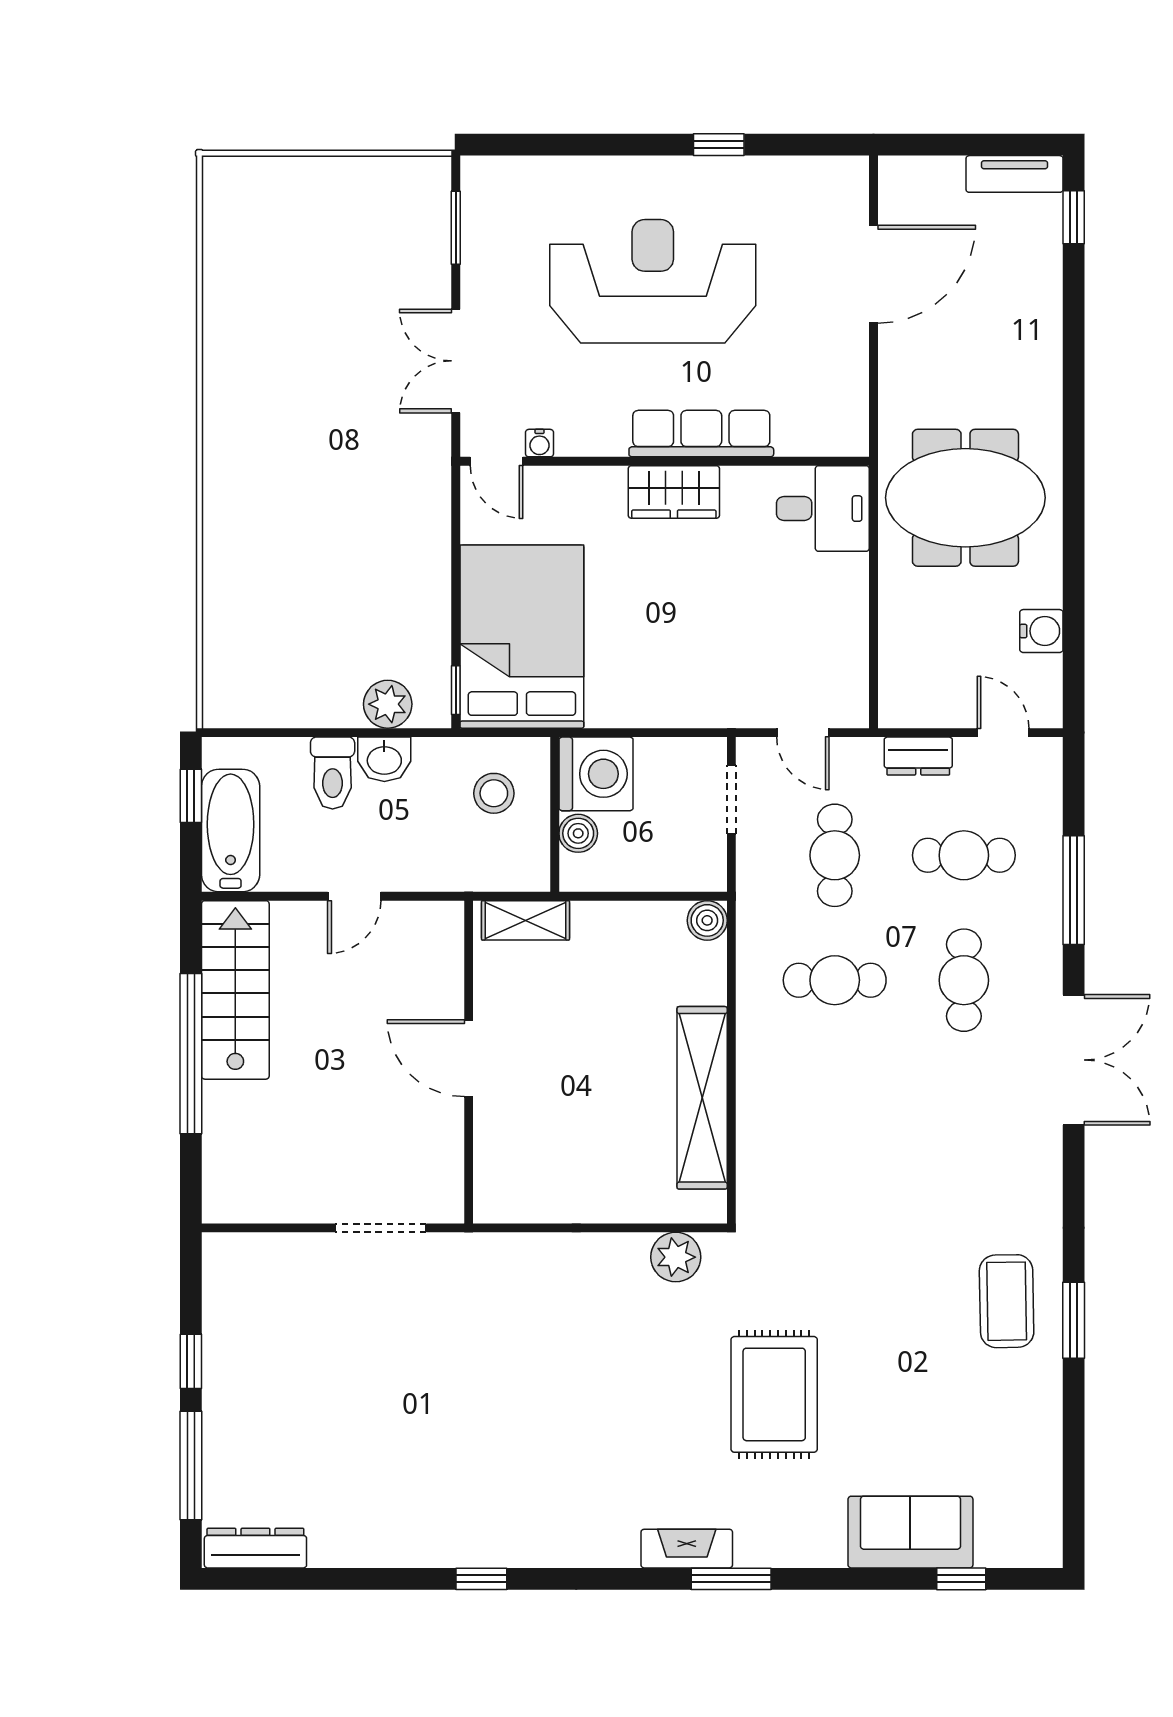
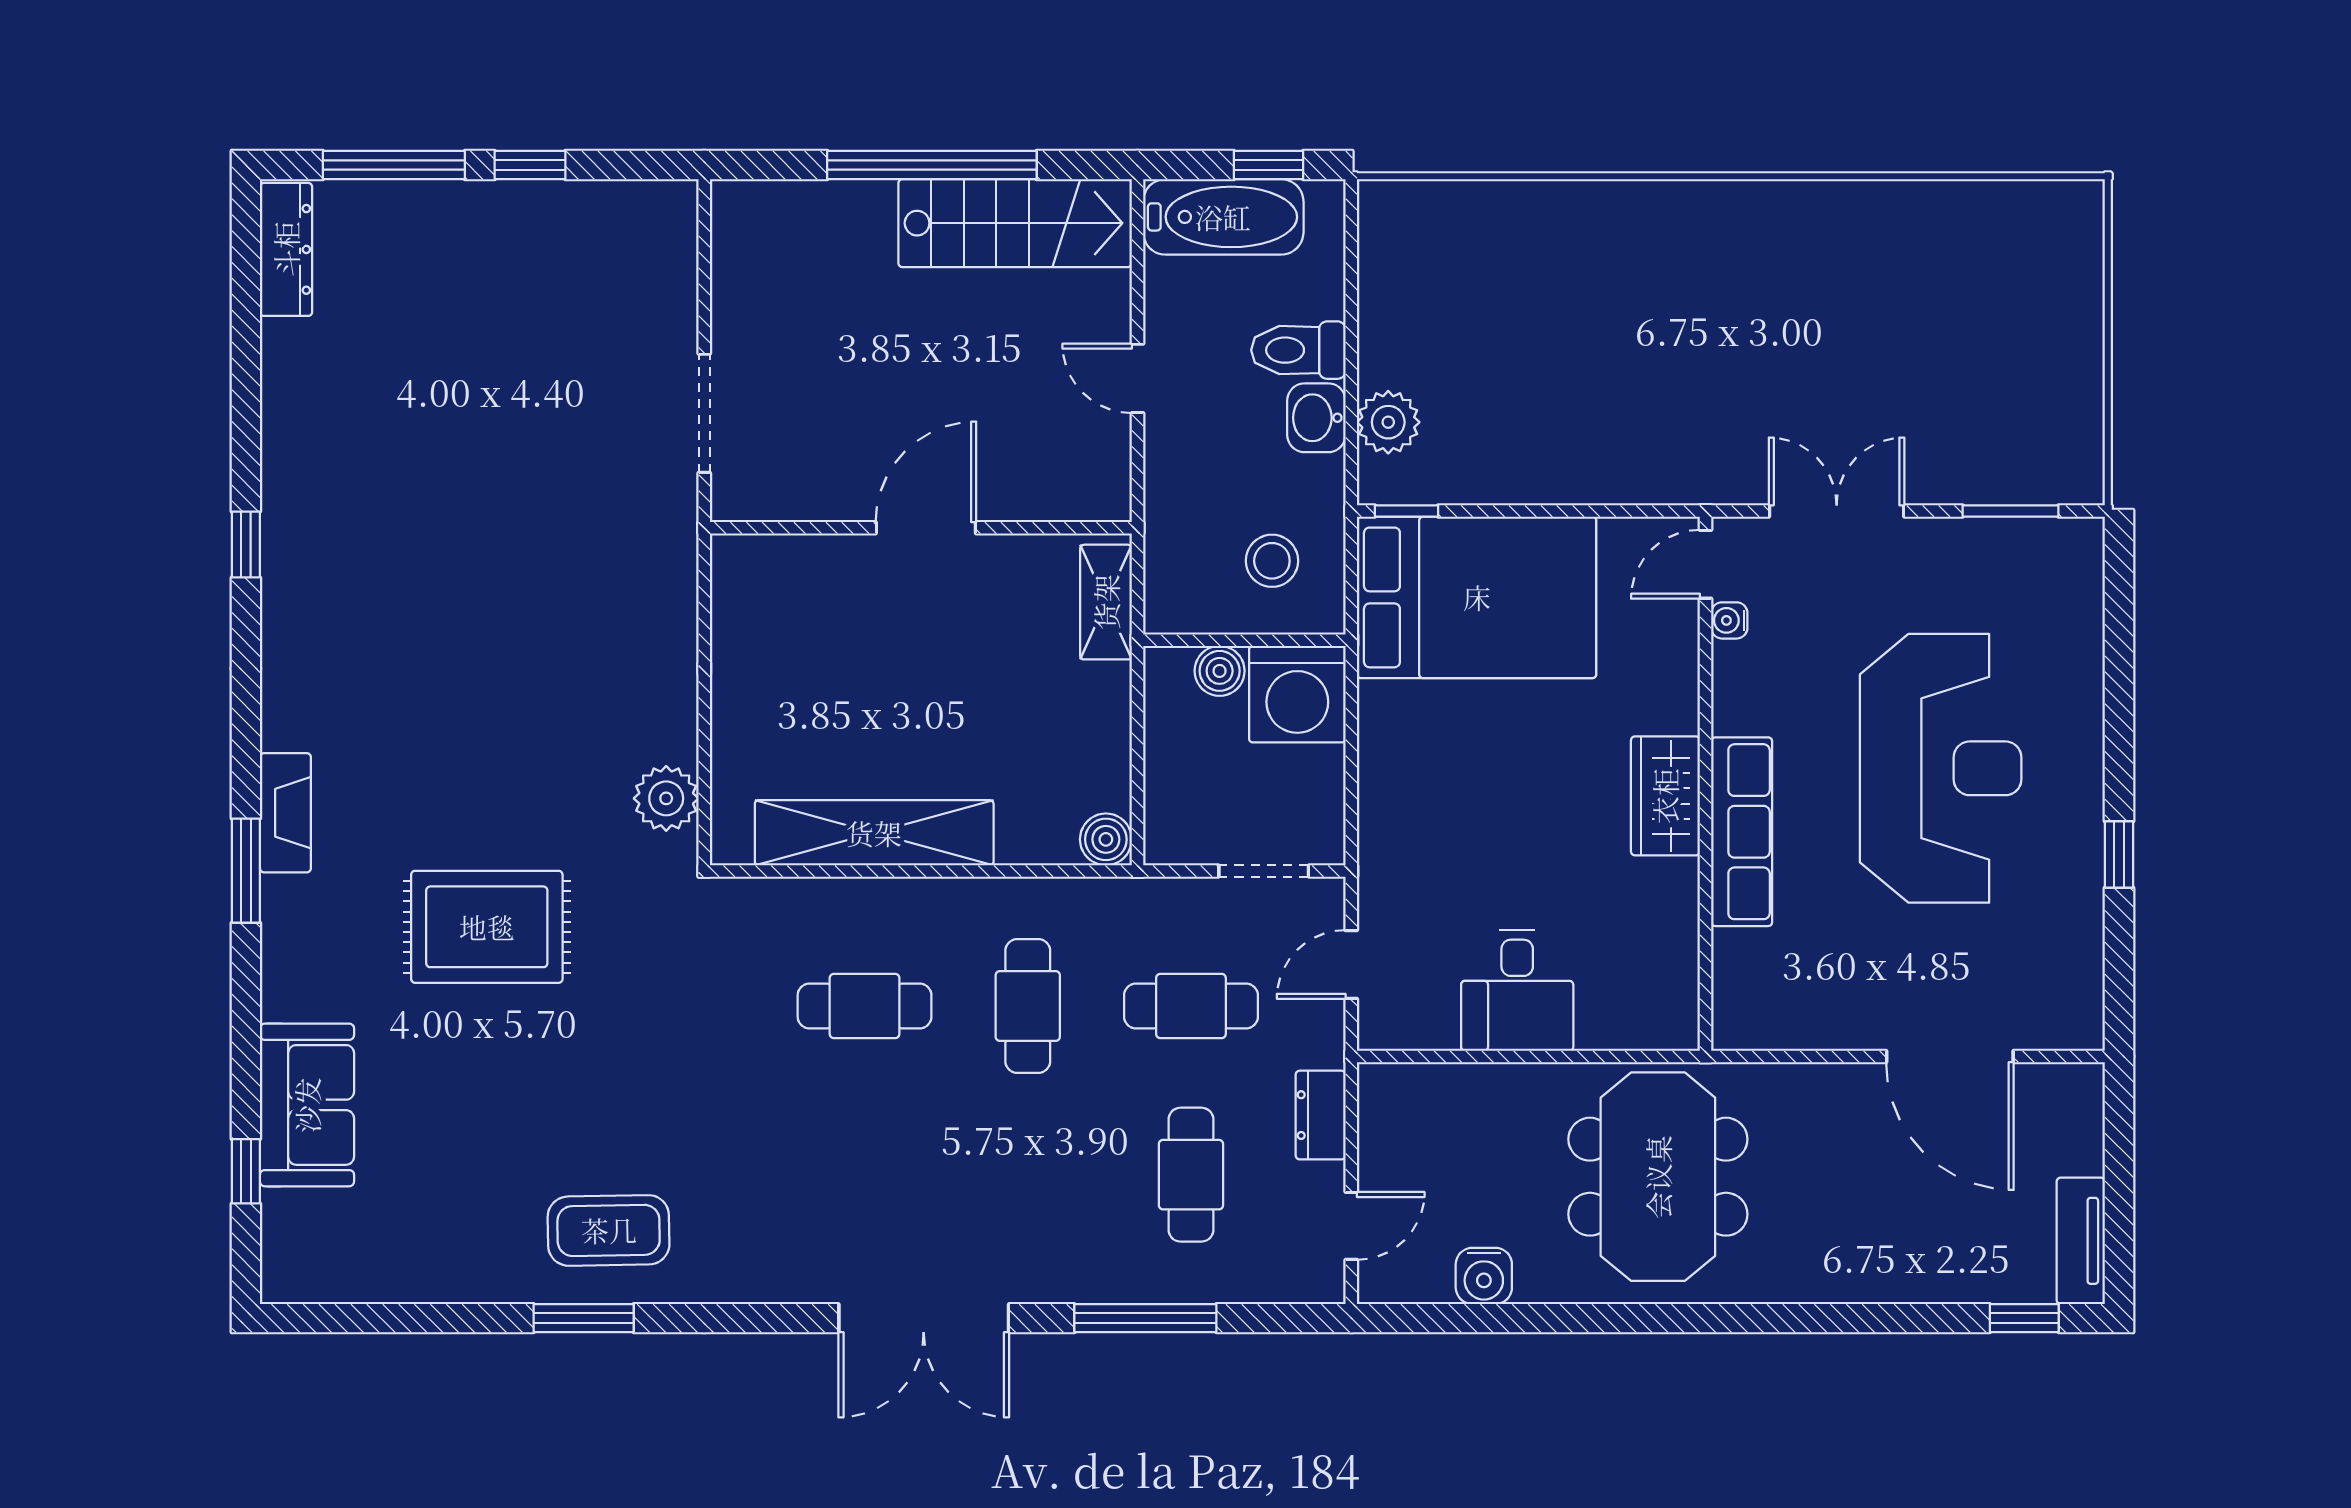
desk: (823, 509) -> (1517, 990), moved
cafe table: (964, 980) -> (865, 1006), moved

